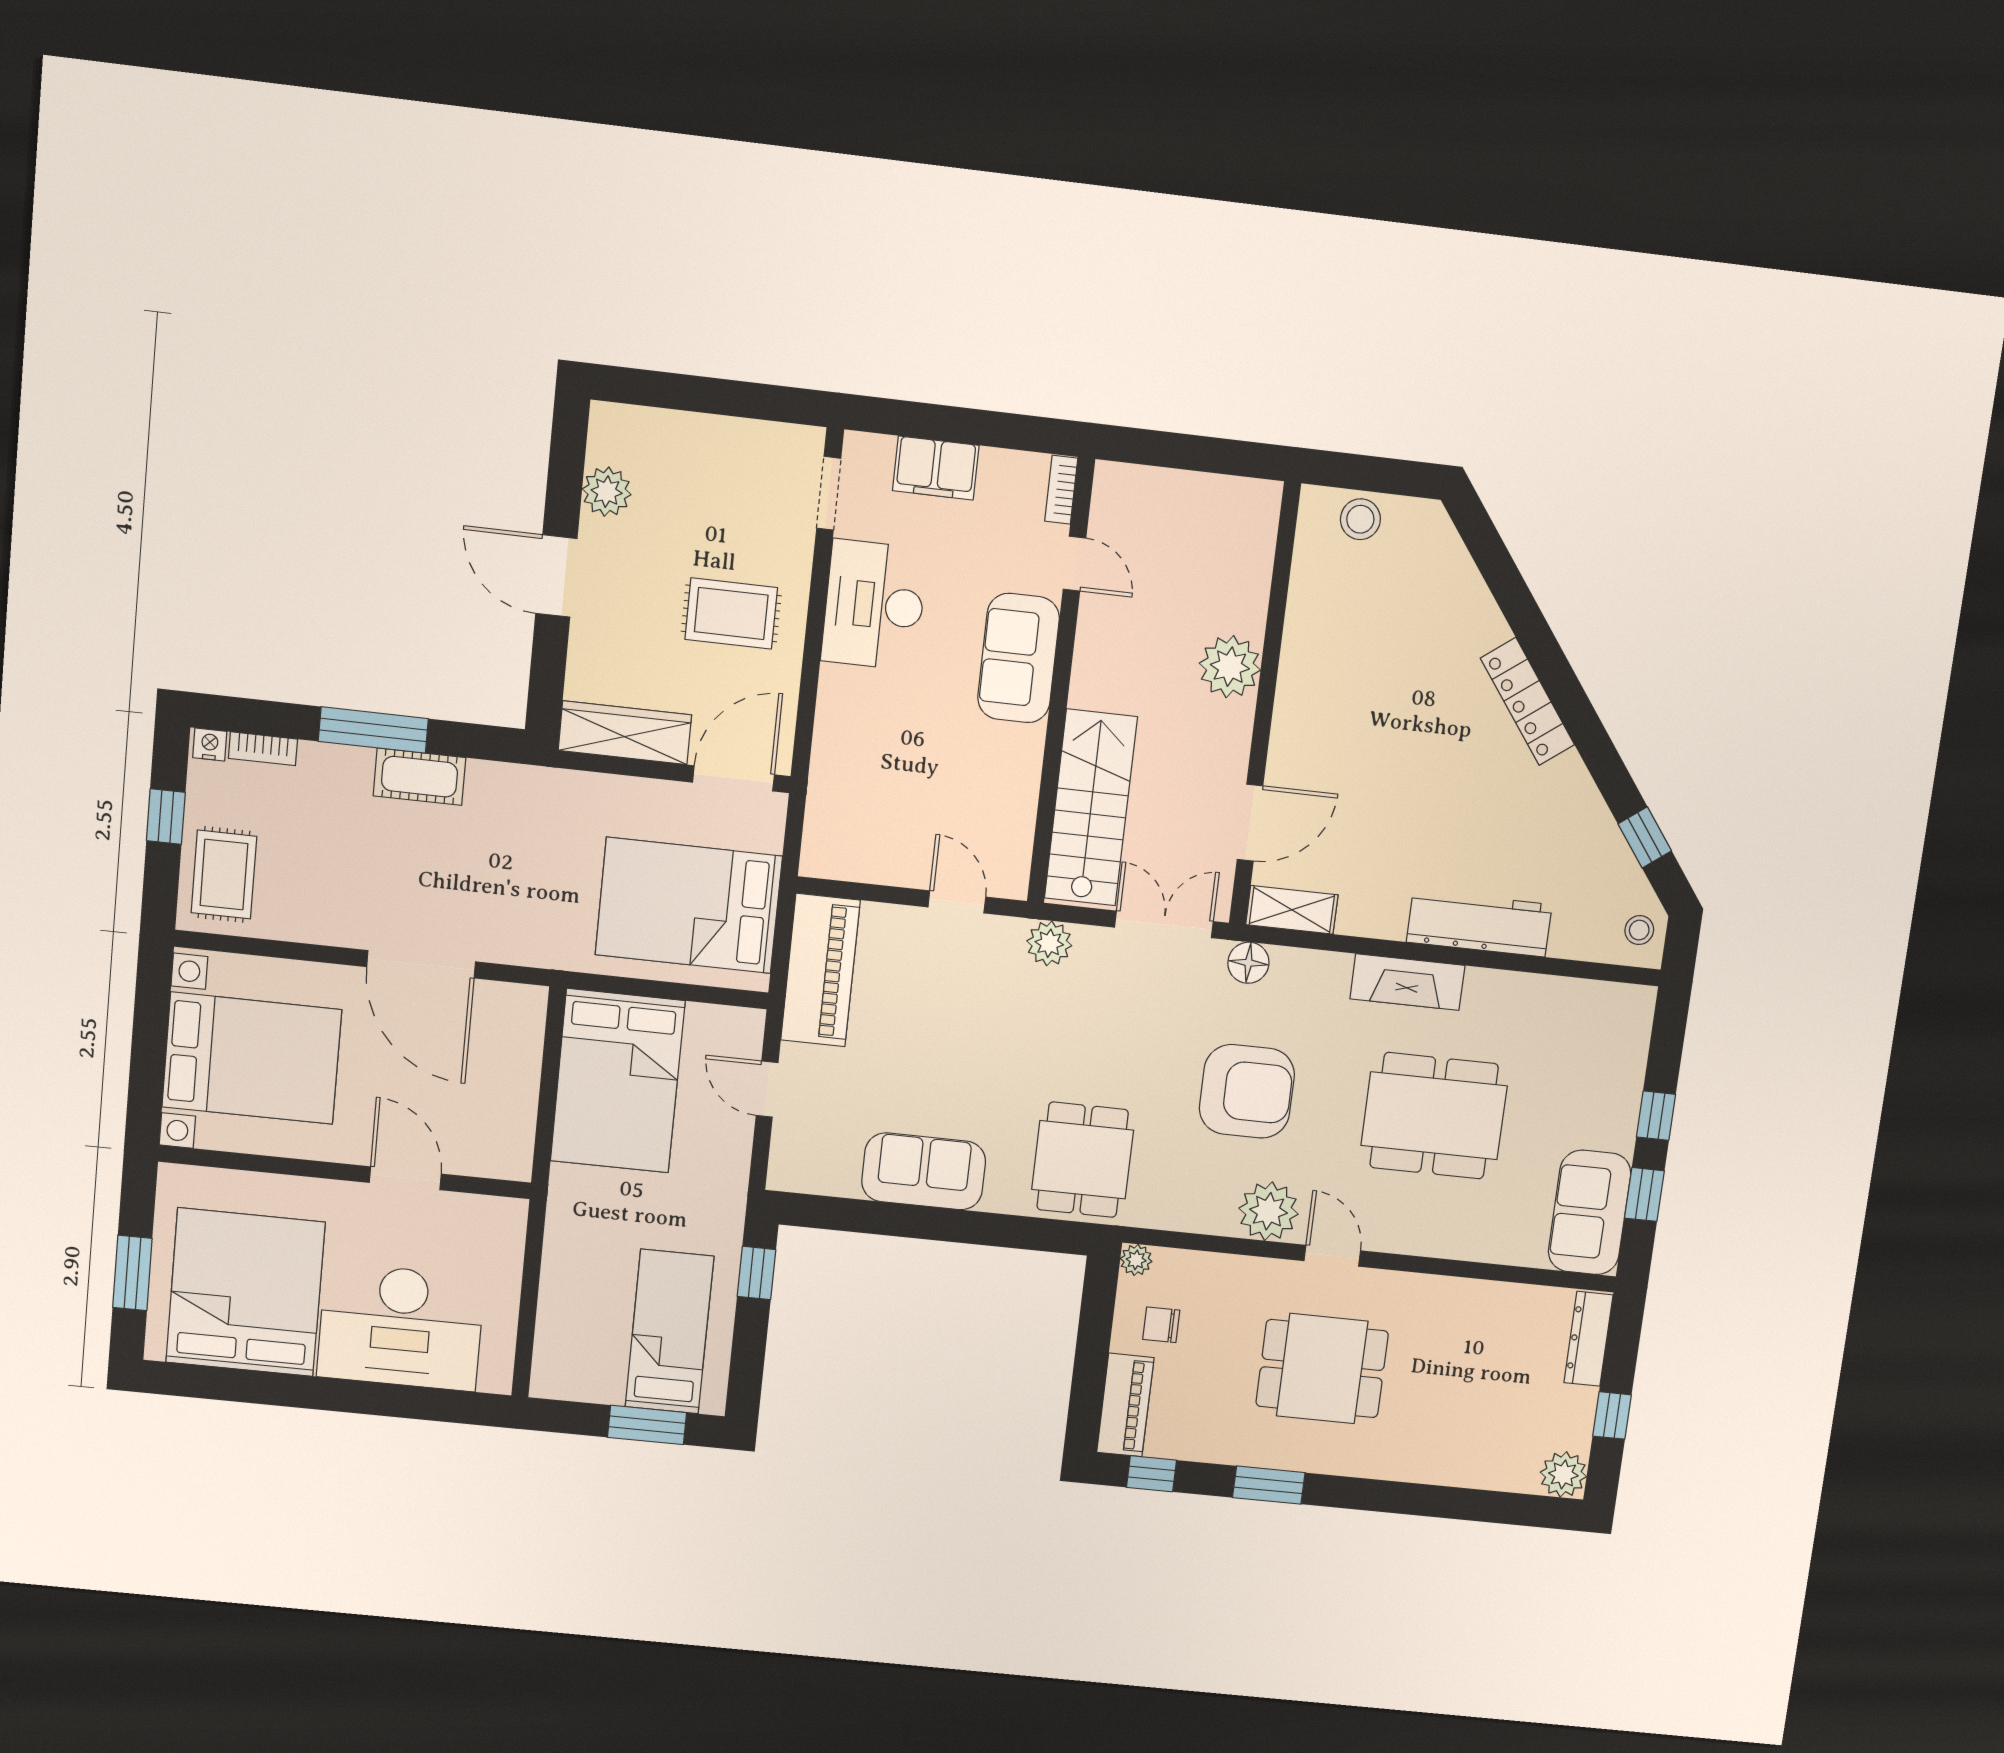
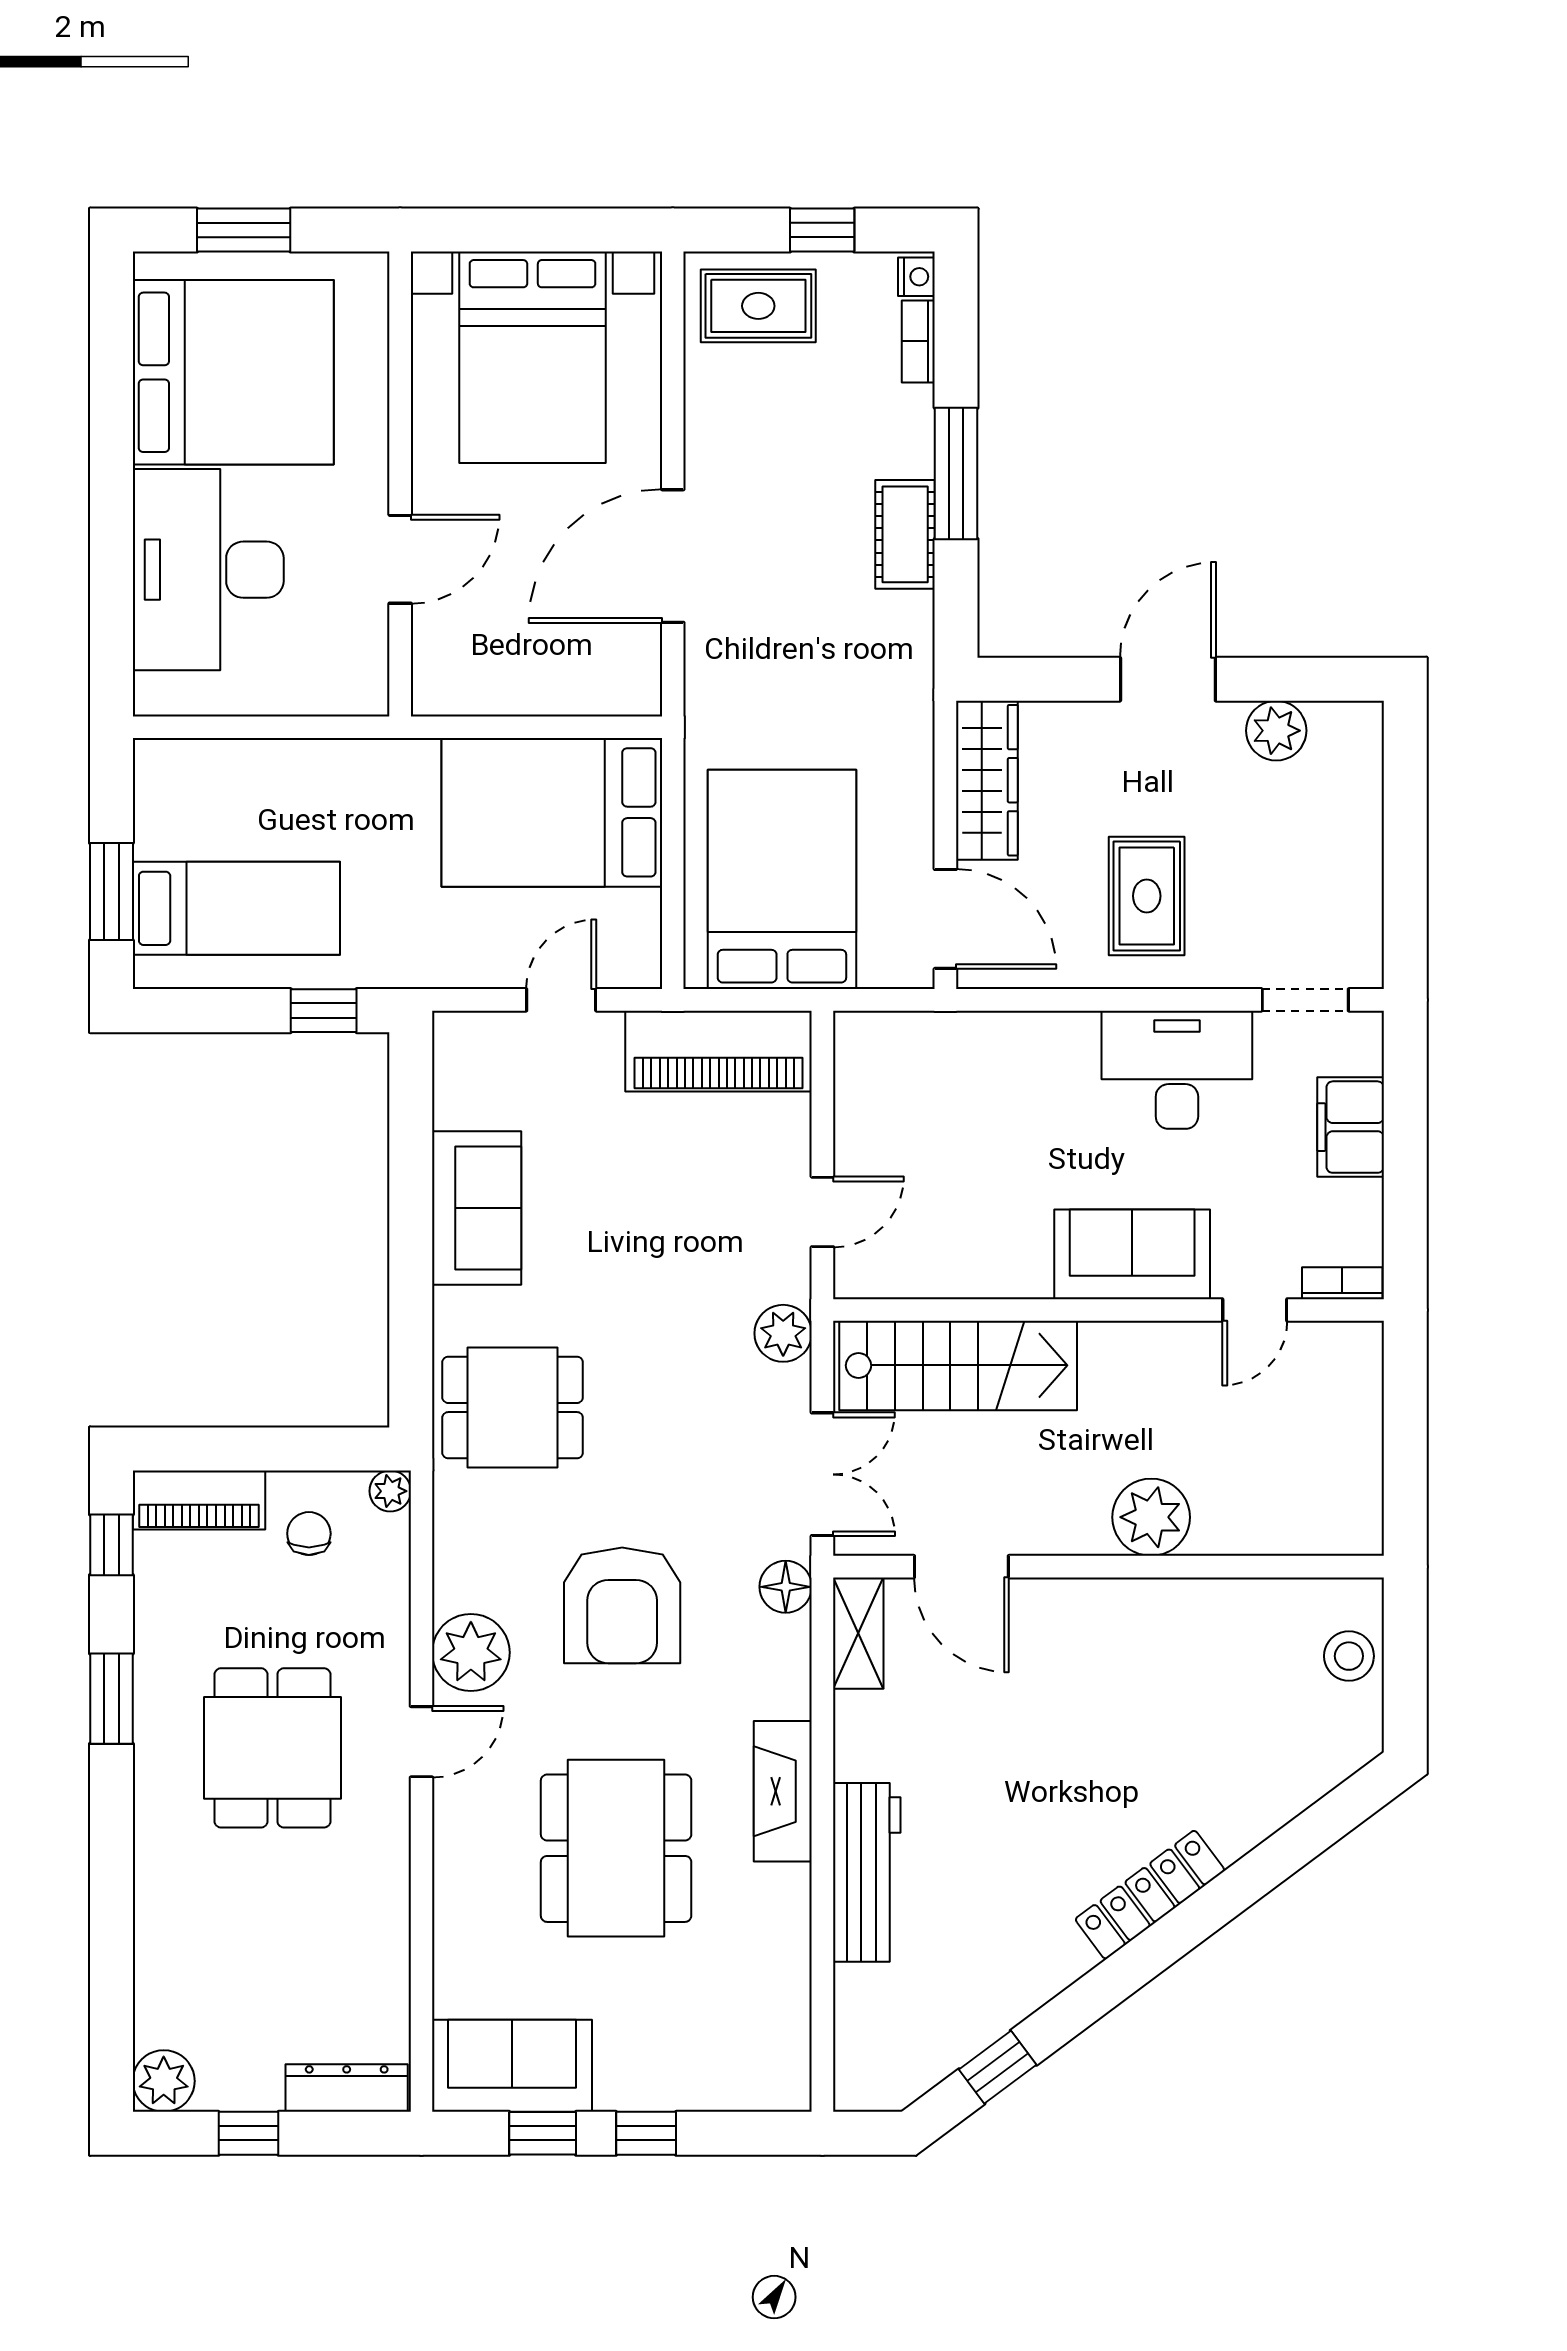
stool: (1639, 930) -> (880, 2077), removed

